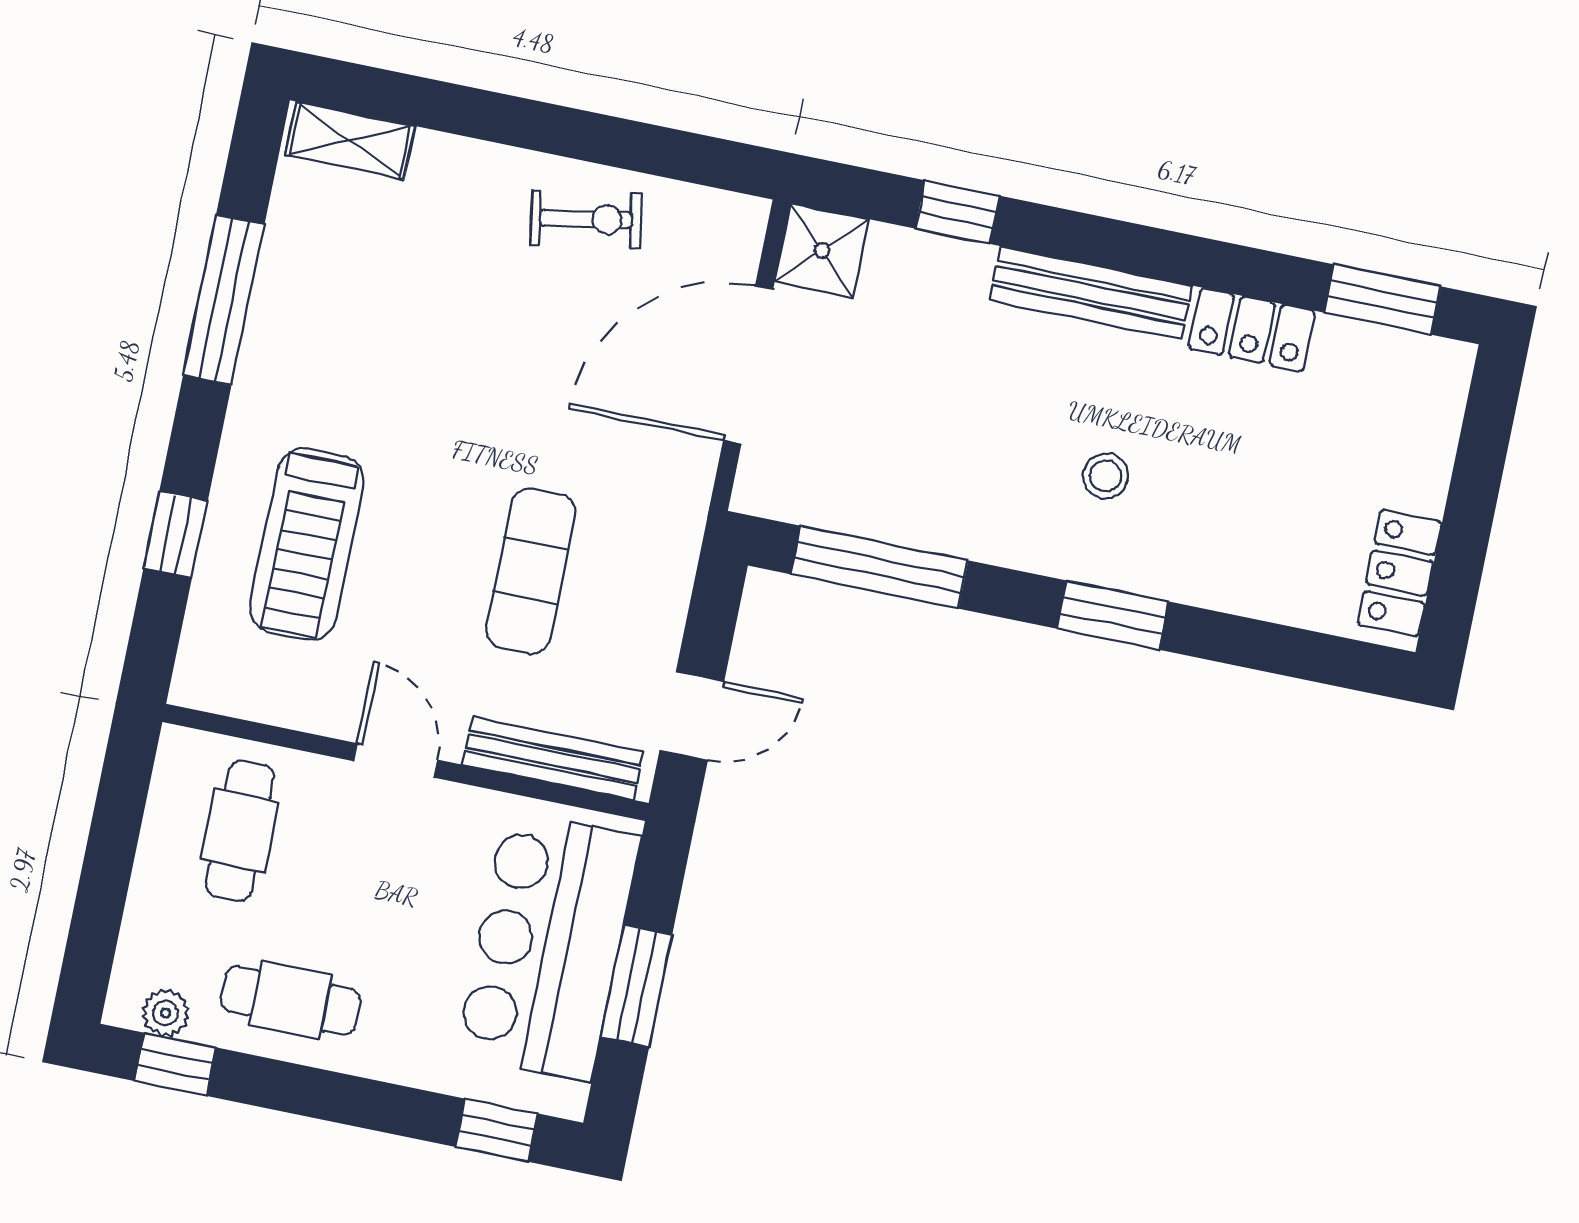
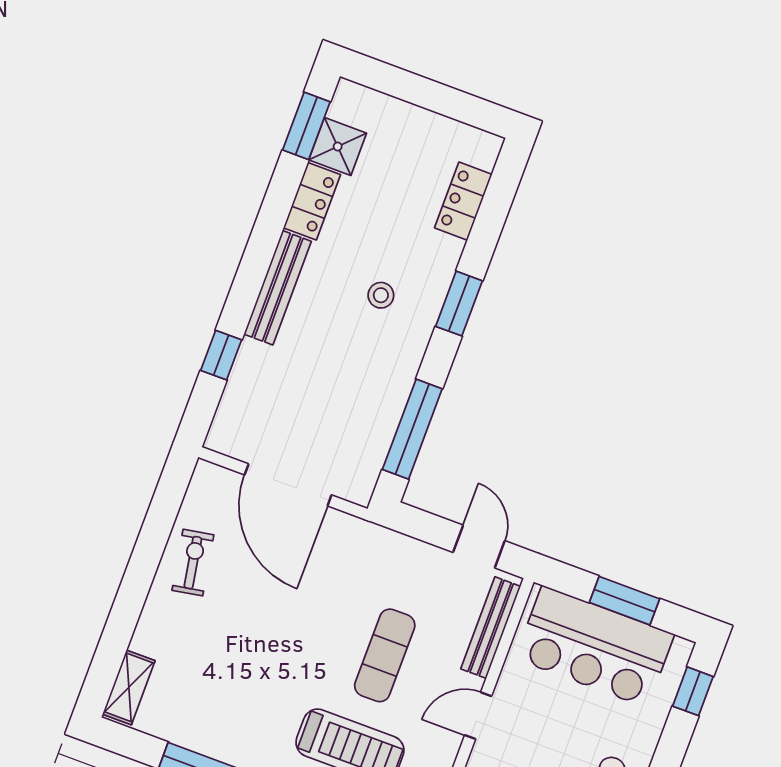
shower: (822, 251) -> (338, 147), moved
exercise mat: (531, 571) -> (385, 655), moved, turned 90
locker: (1400, 573) -> (463, 201), moved, turned 90

